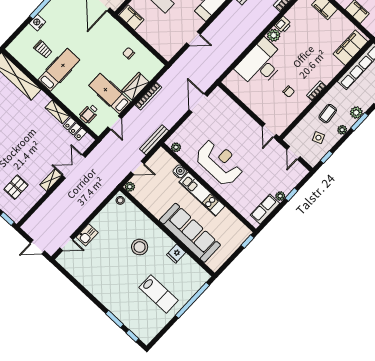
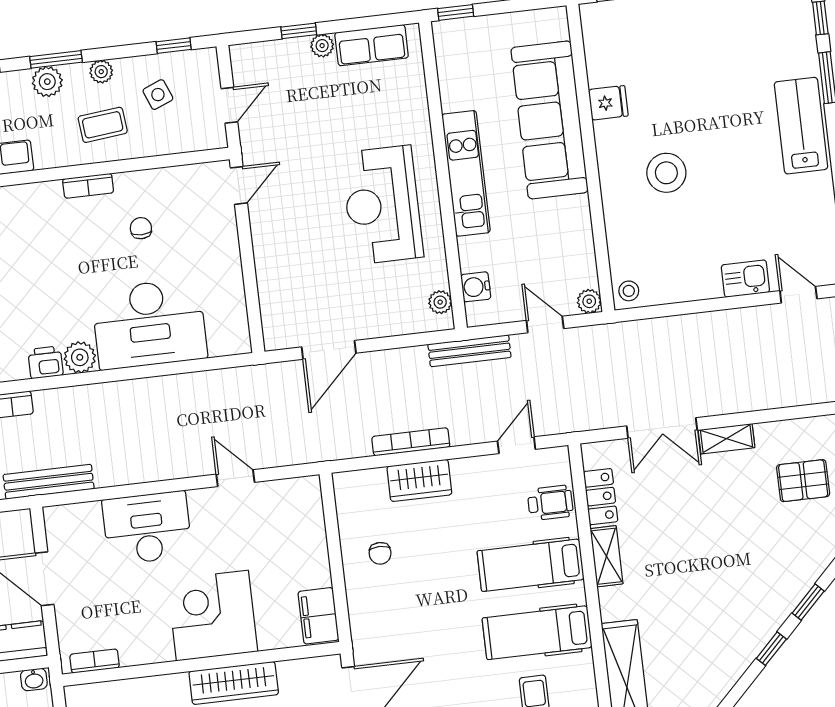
hospital bed: (110, 94) -> (531, 565), moved, turned 90
water cooler: (180, 171) -> (476, 287), moved
lab bench: (159, 294) -> (801, 126), moved

